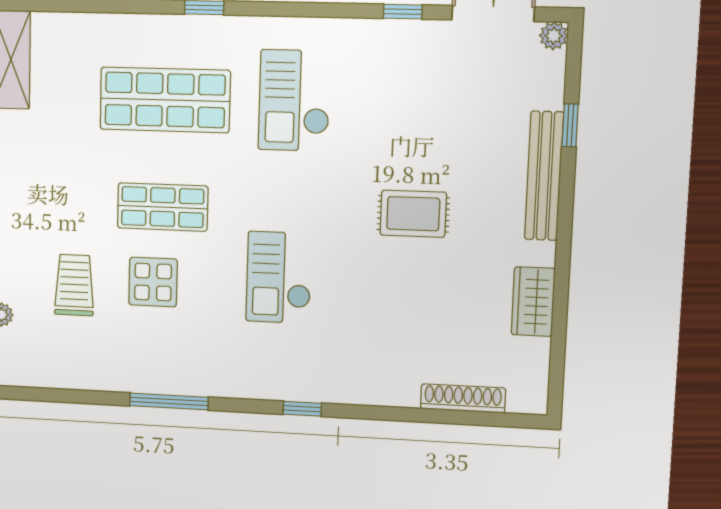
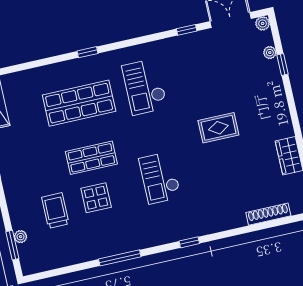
plant: (552, 96) -> (270, 53), added
bench: (544, 176) -> (277, 92), removed

